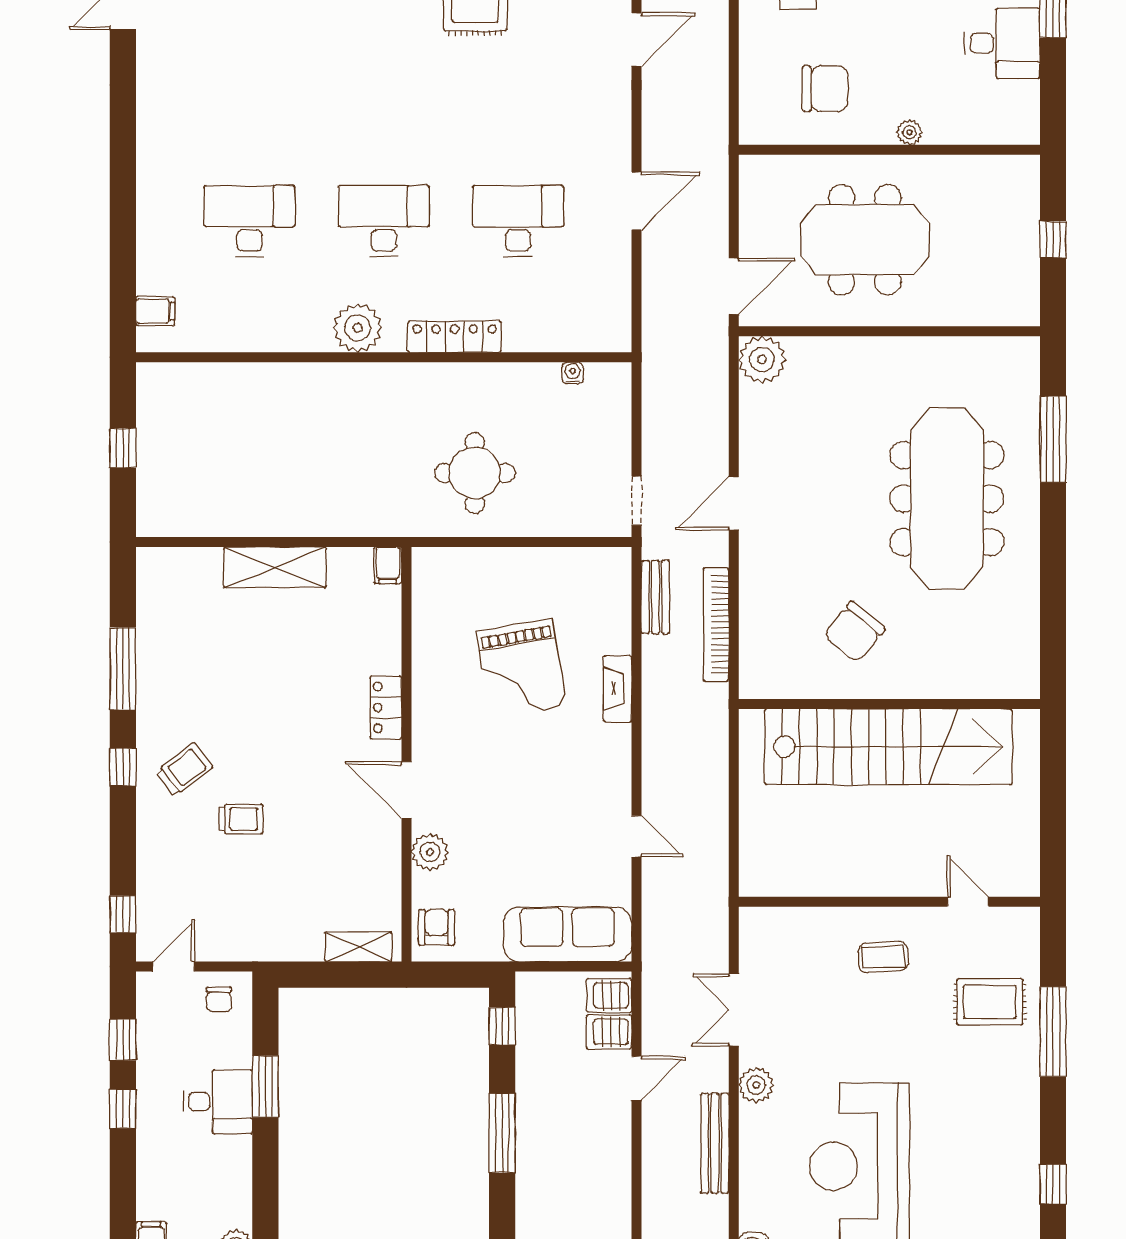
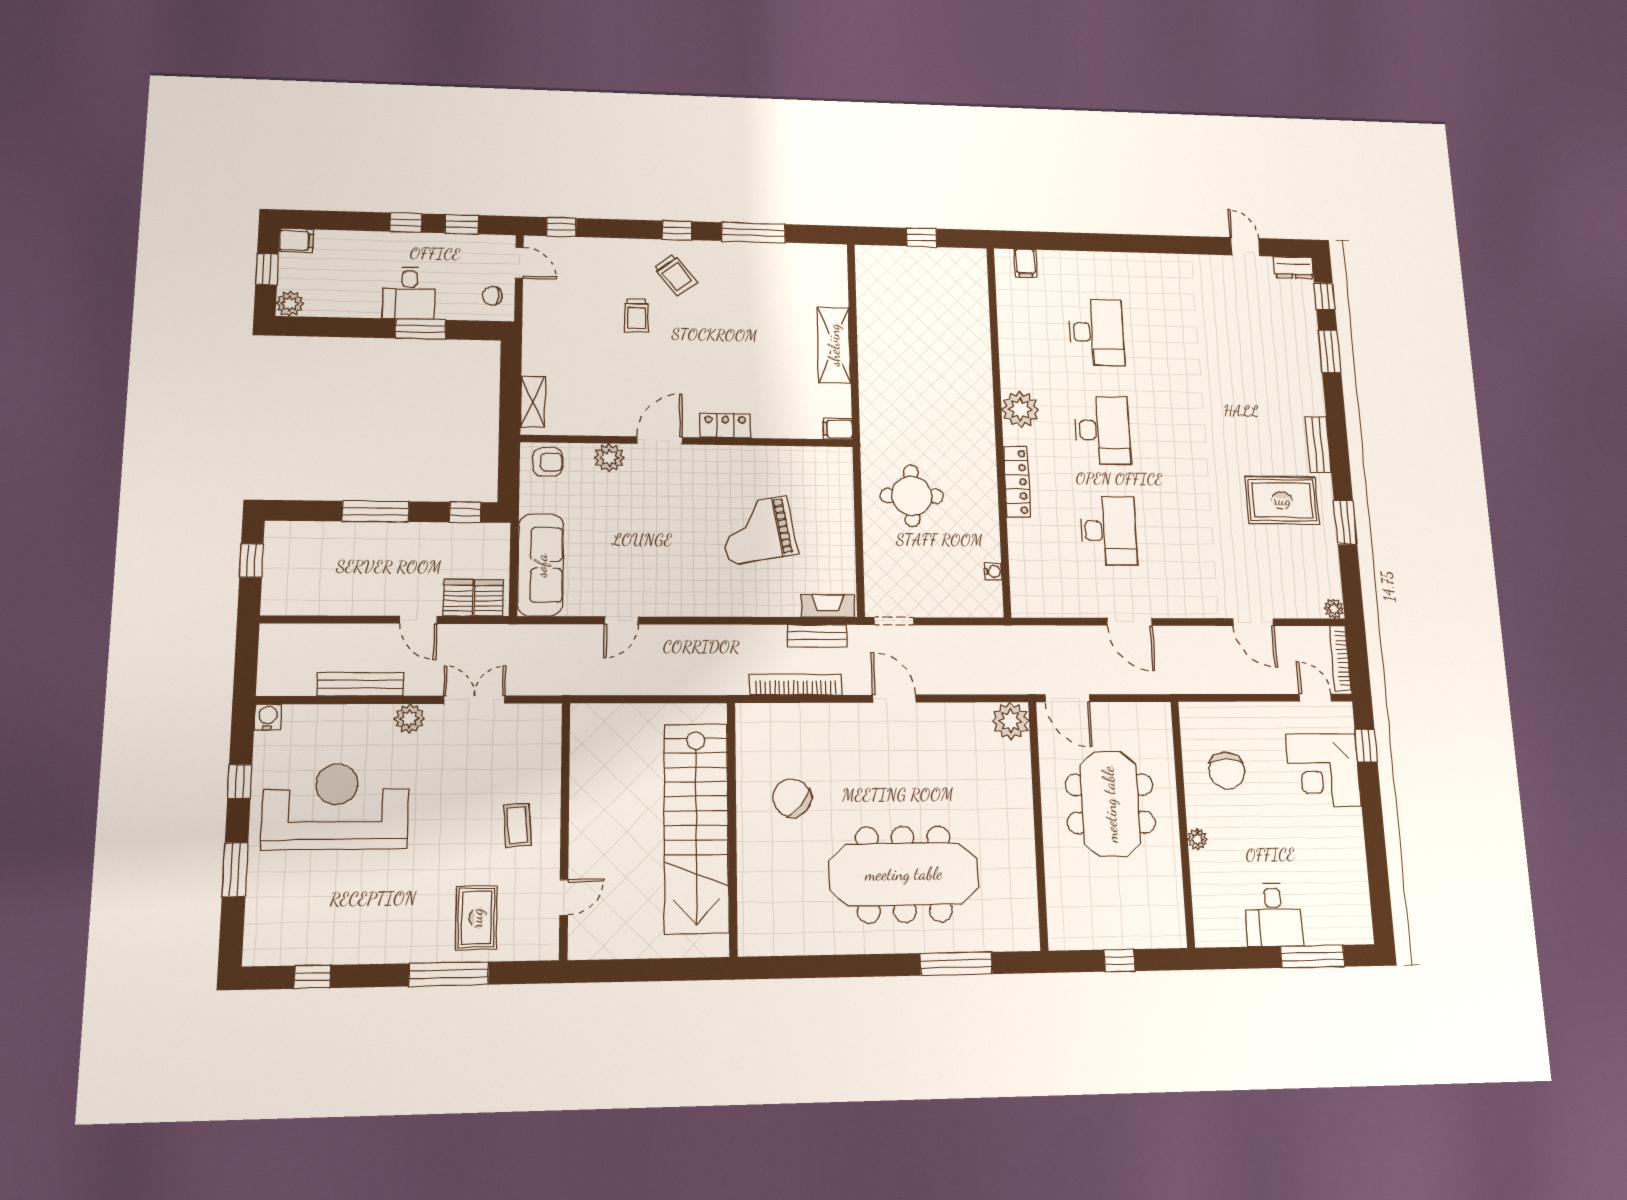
fireplace: (618, 689) -> (828, 606), moved

